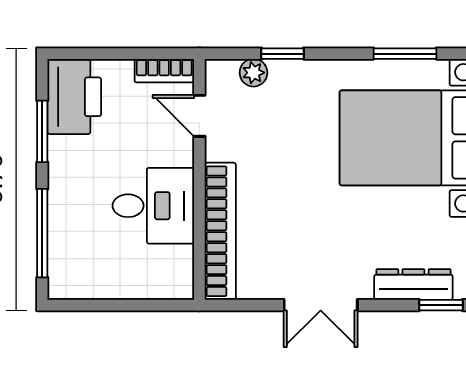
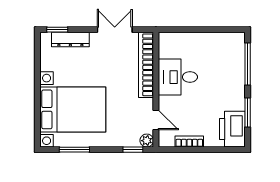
door: (199, 116) -> (156, 120), moved
wall: (199, 179) -> (156, 90), moved
desk: (153, 206) -> (178, 77), moved
bookcase: (220, 231) -> (146, 65), moved

